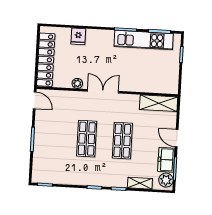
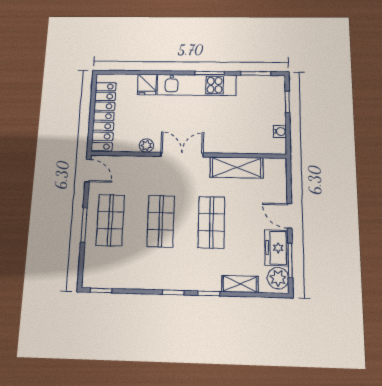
kitchen unit: (144, 40) -> (197, 85), moved
water cooler: (174, 77) -> (280, 131), added
shelving: (159, 103) -> (237, 167), moved
shop shelf: (51, 137) -> (110, 220), added

